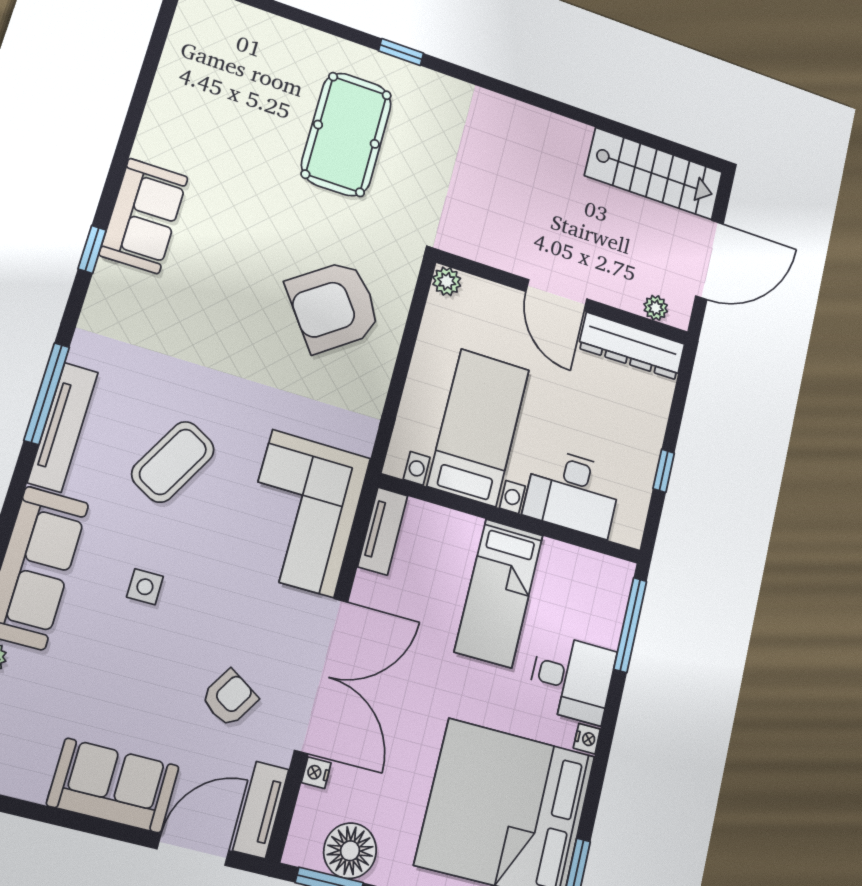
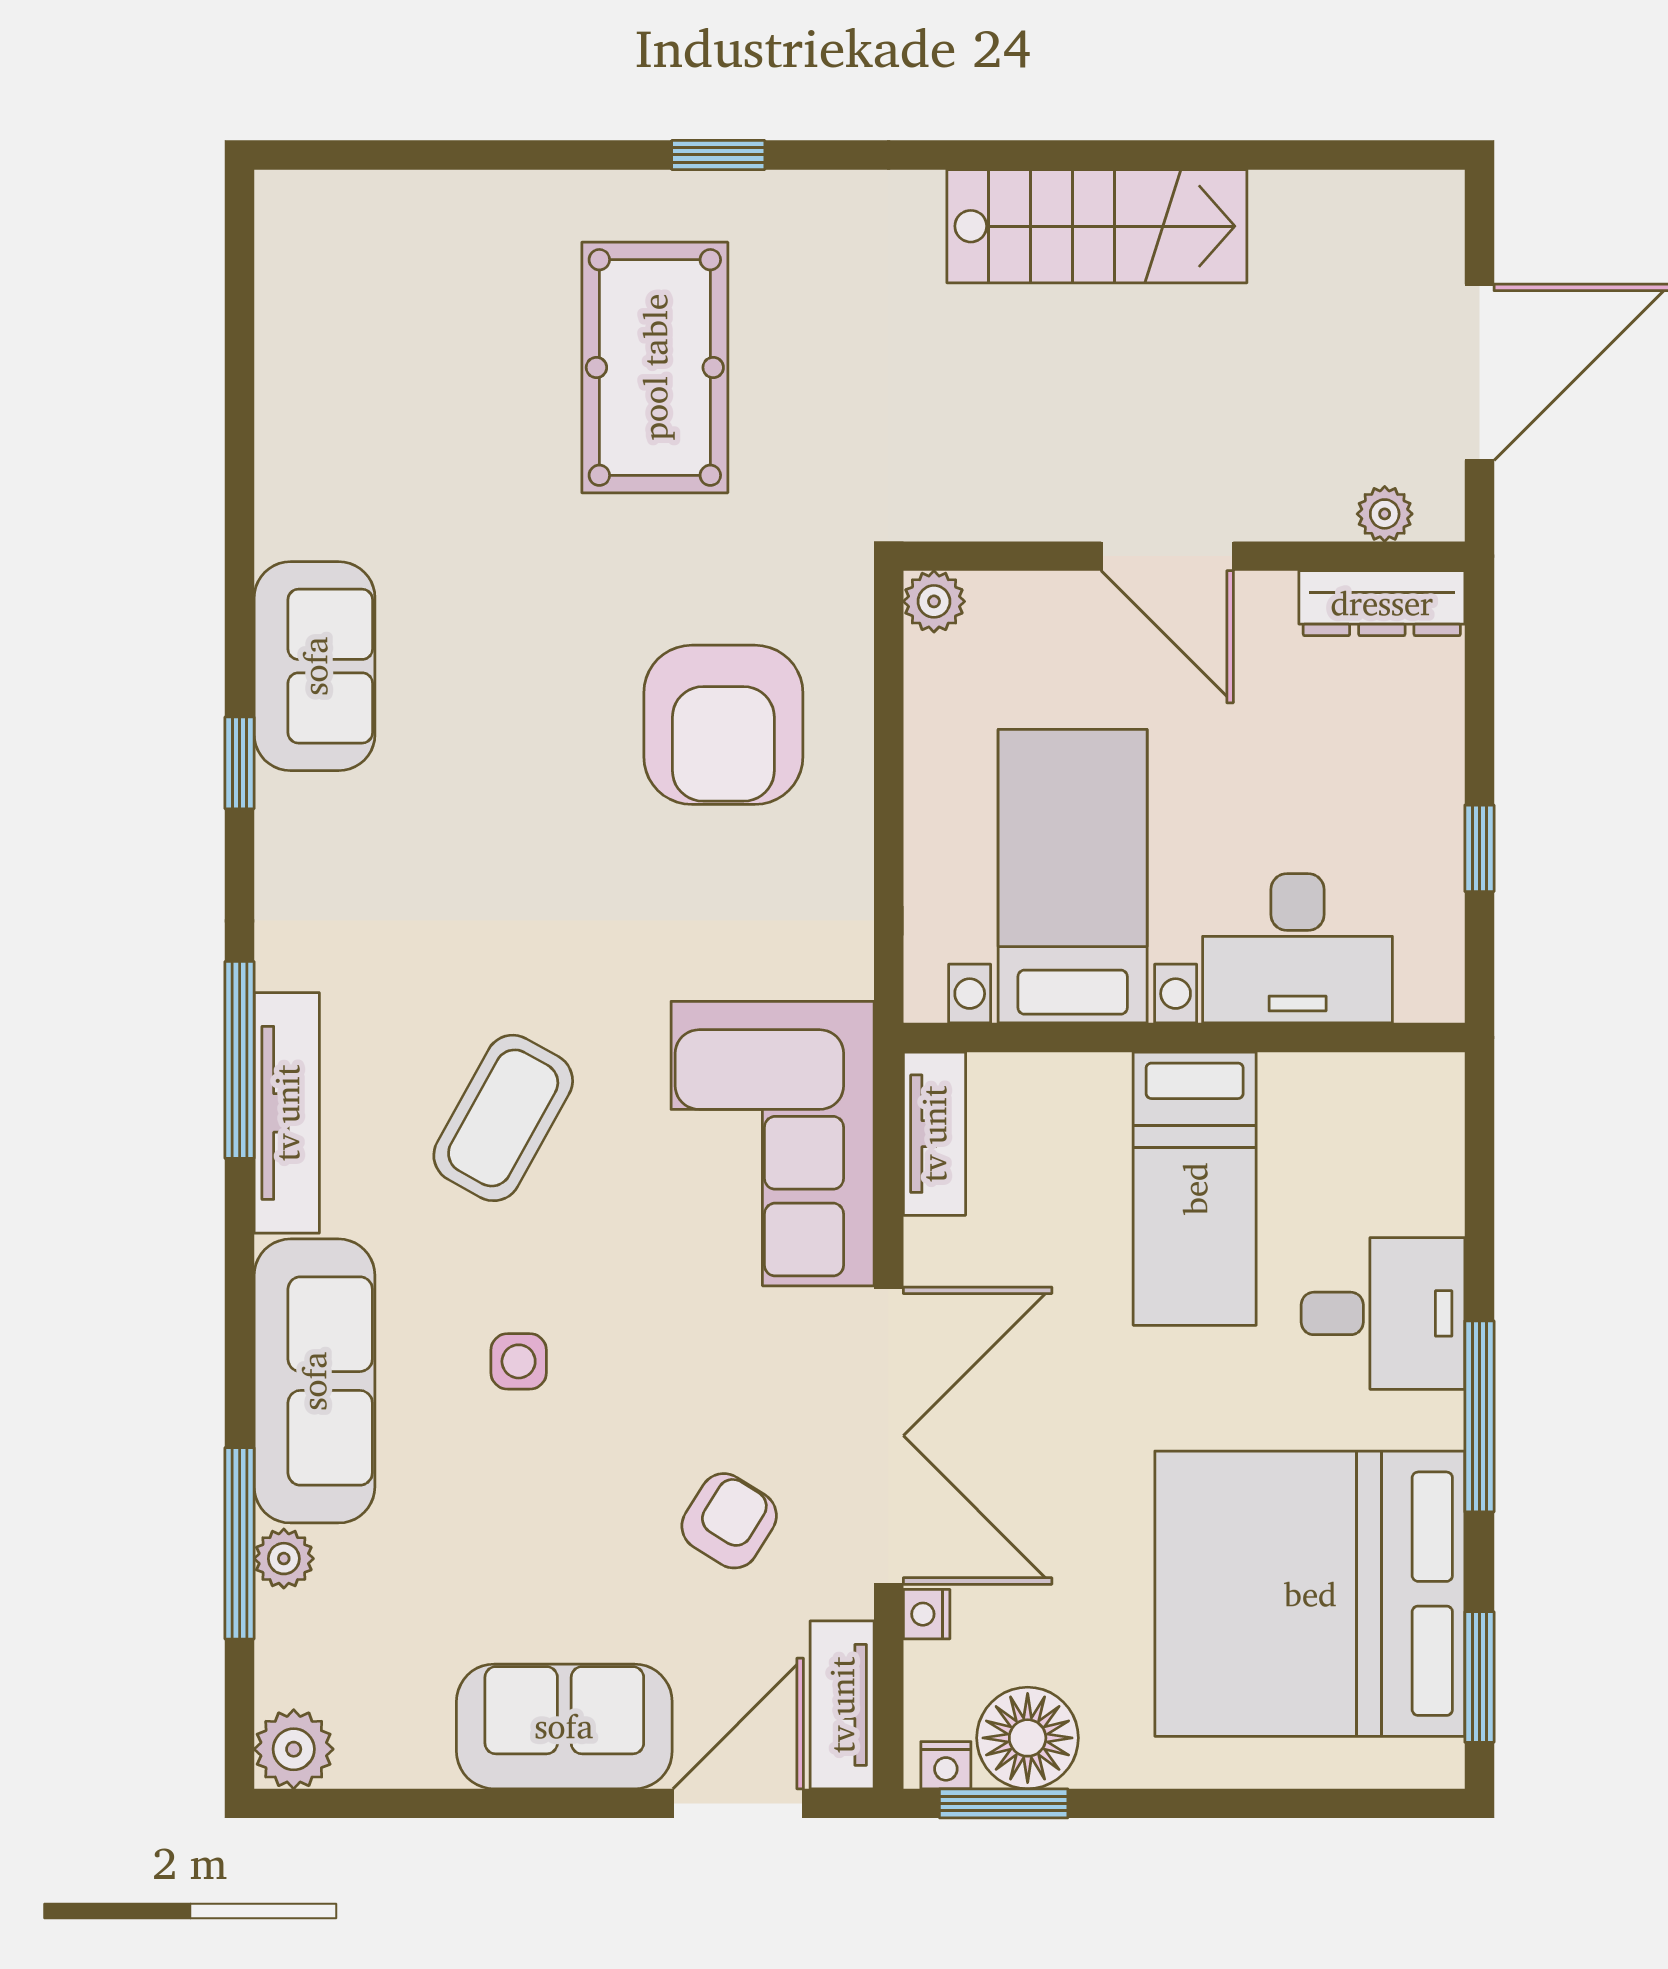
stairs: (654, 174) -> (1097, 226), moved
armchair: (334, 306) -> (723, 725), turned -54
dresser: (632, 346) -> (1382, 603), width x0.73, depth x0.80
window: (630, 625) -> (1479, 1416), moved
nightstand: (587, 739) -> (946, 1765), moved, turned 90

